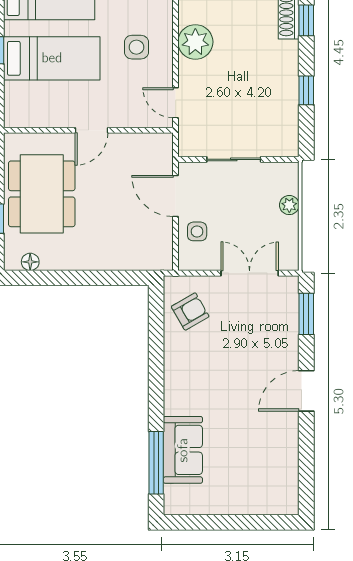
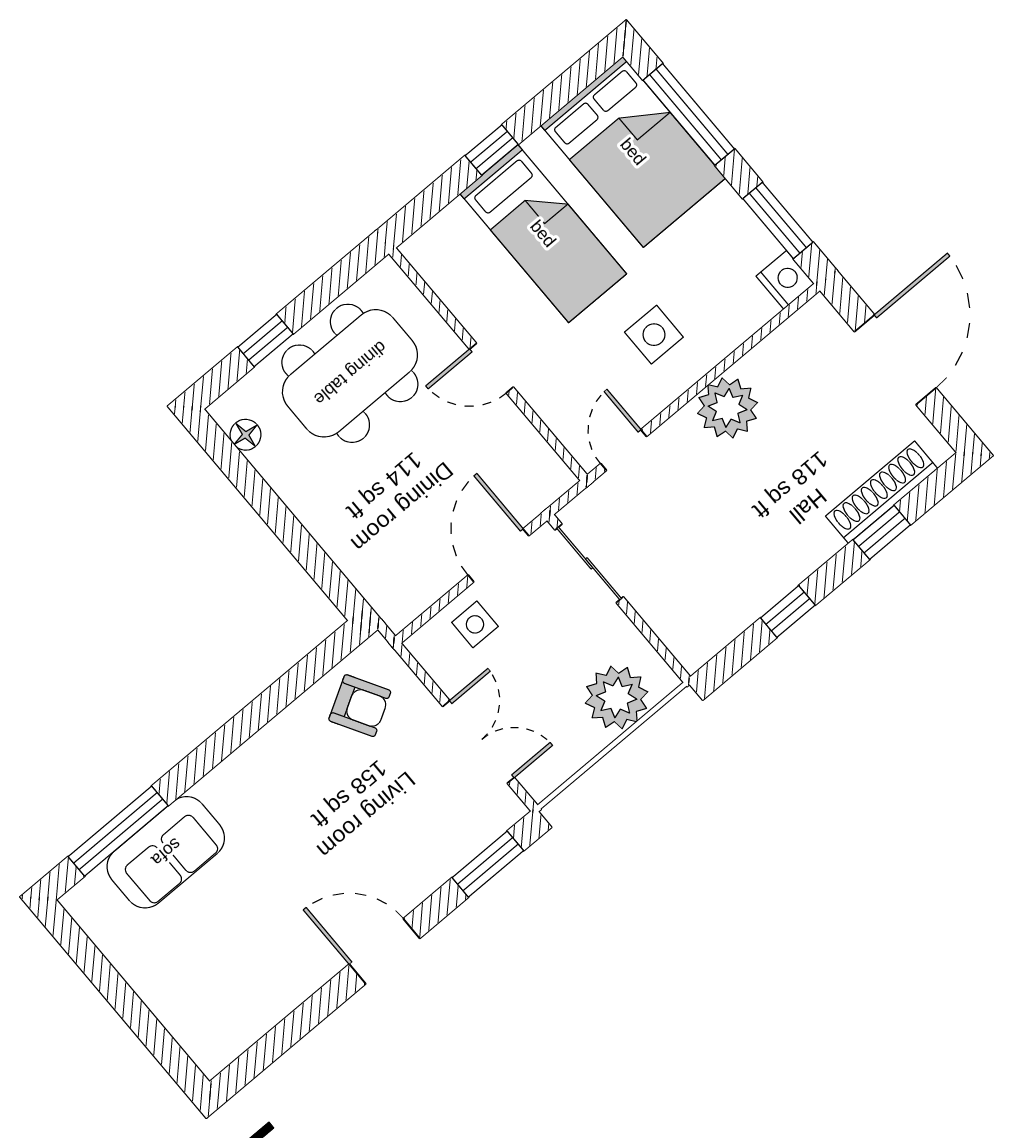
sliding door: (234, 159) -> (589, 563), moved
plant: (289, 205) -> (617, 697), width x1.88, depth x1.88

